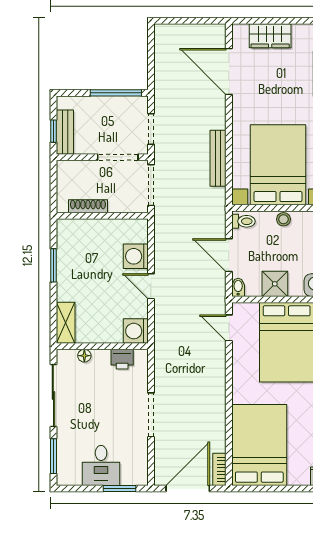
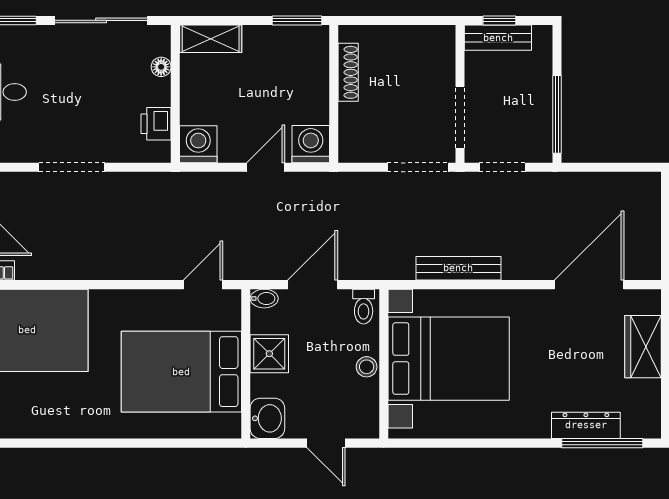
shoe rack: (88, 206) -> (348, 72), moved
wall: (102, 216) -> (334, 94), moved

